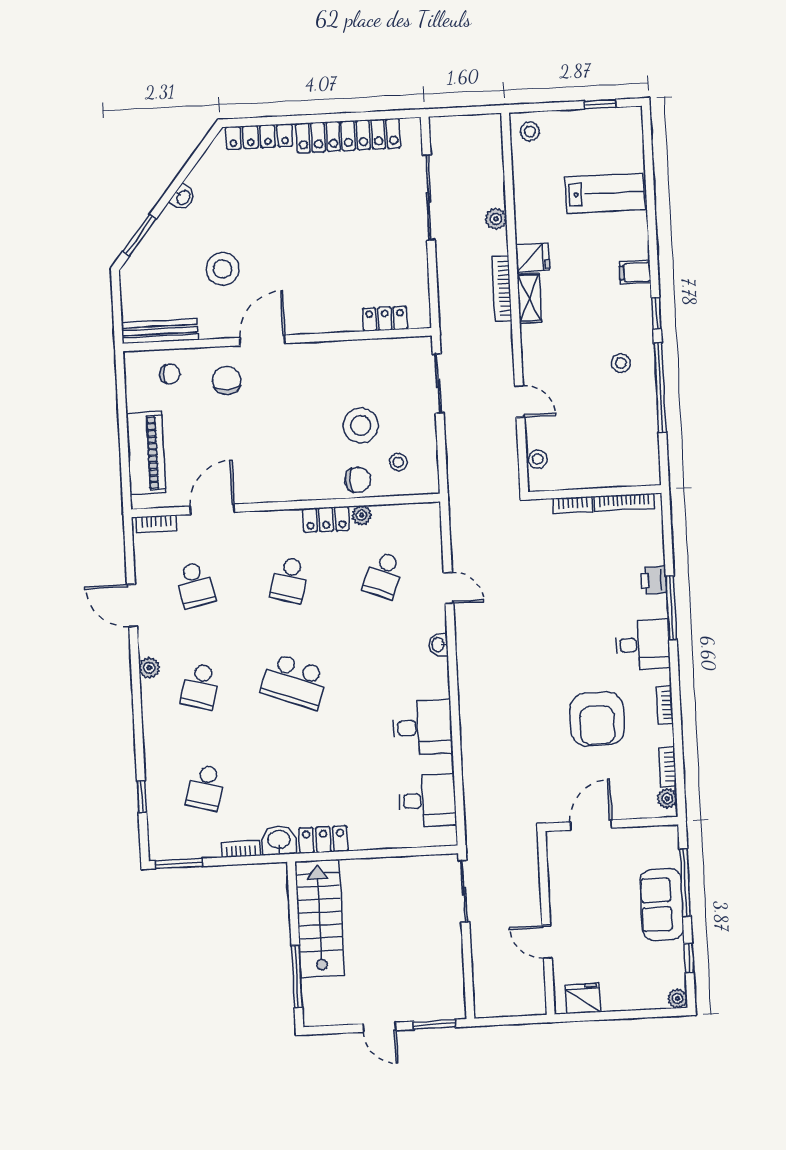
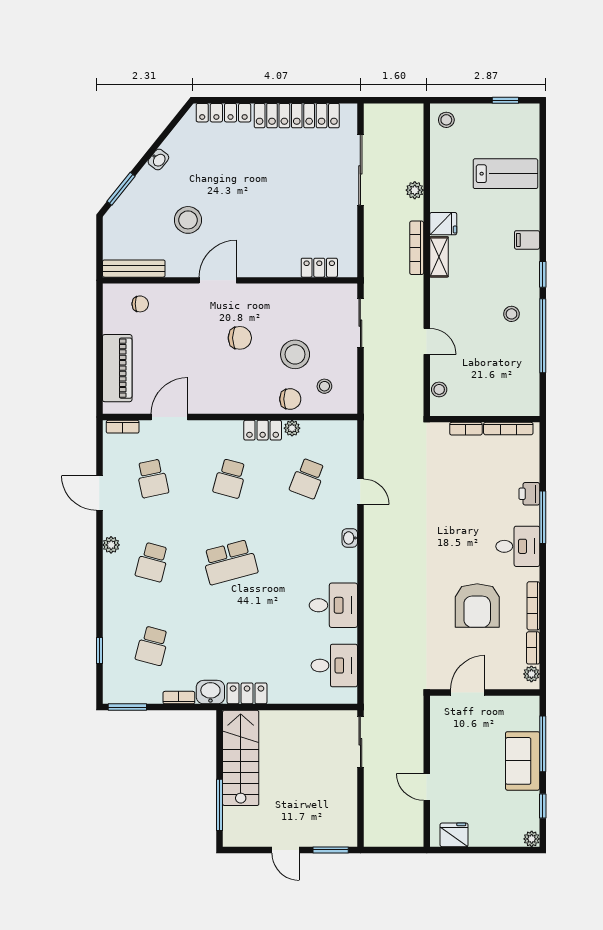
chair: (227, 380) -> (240, 338), moved, turned 90
school desk: (295, 681) -> (230, 562), turned -36
bookcase: (665, 705) -> (533, 606), width x1.56

